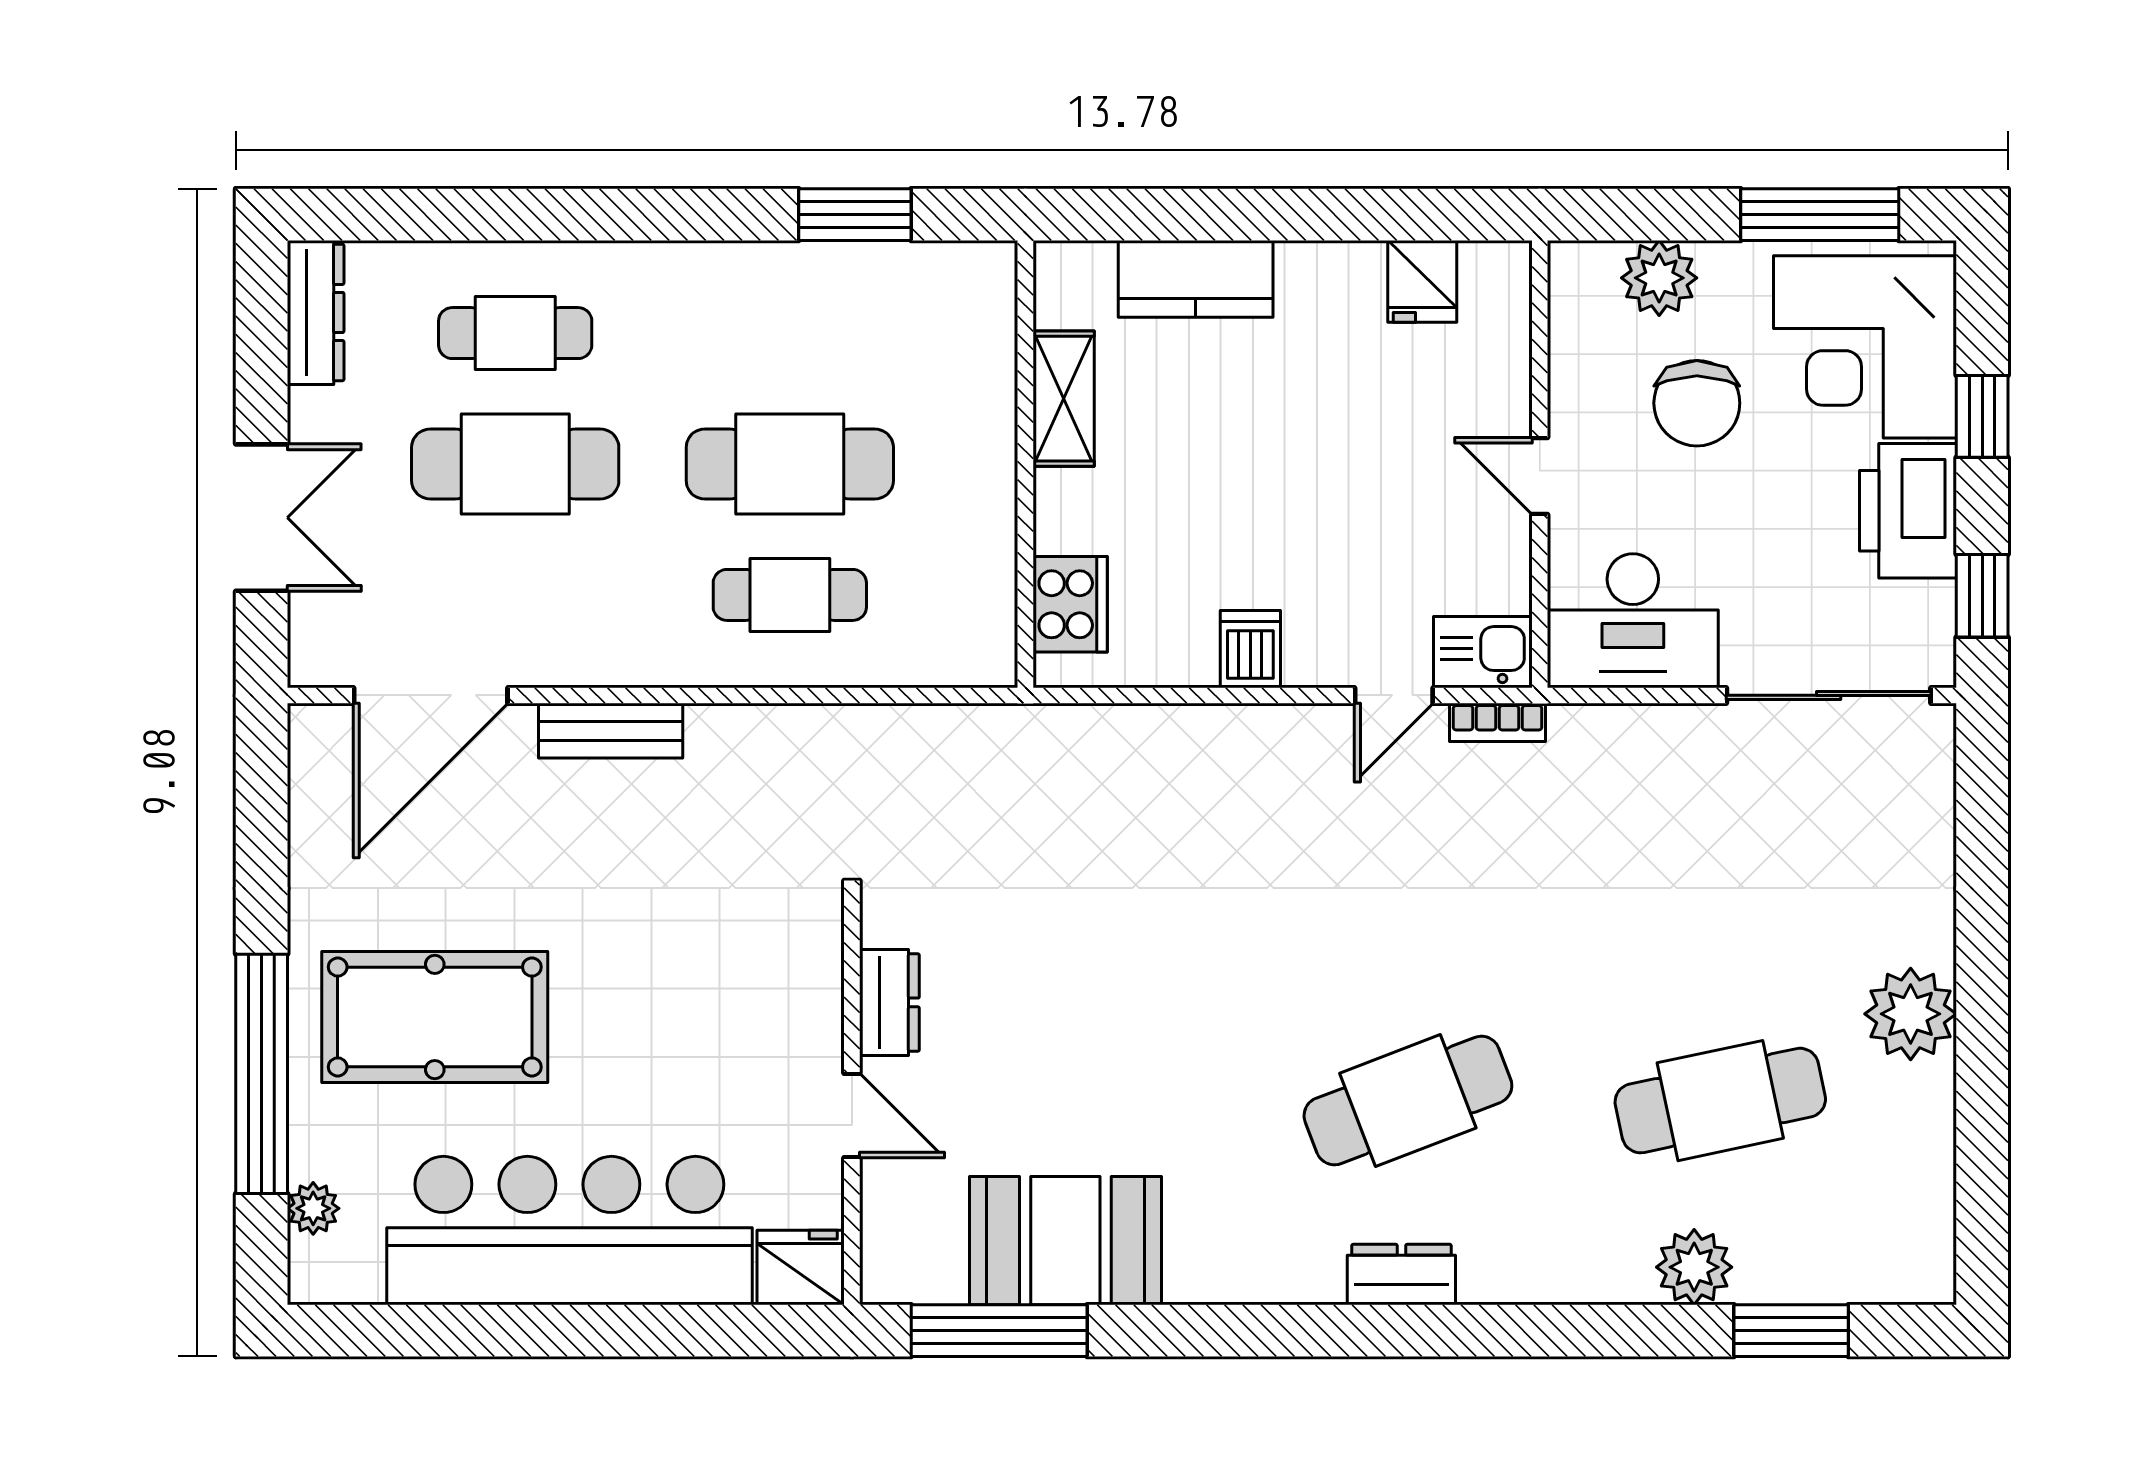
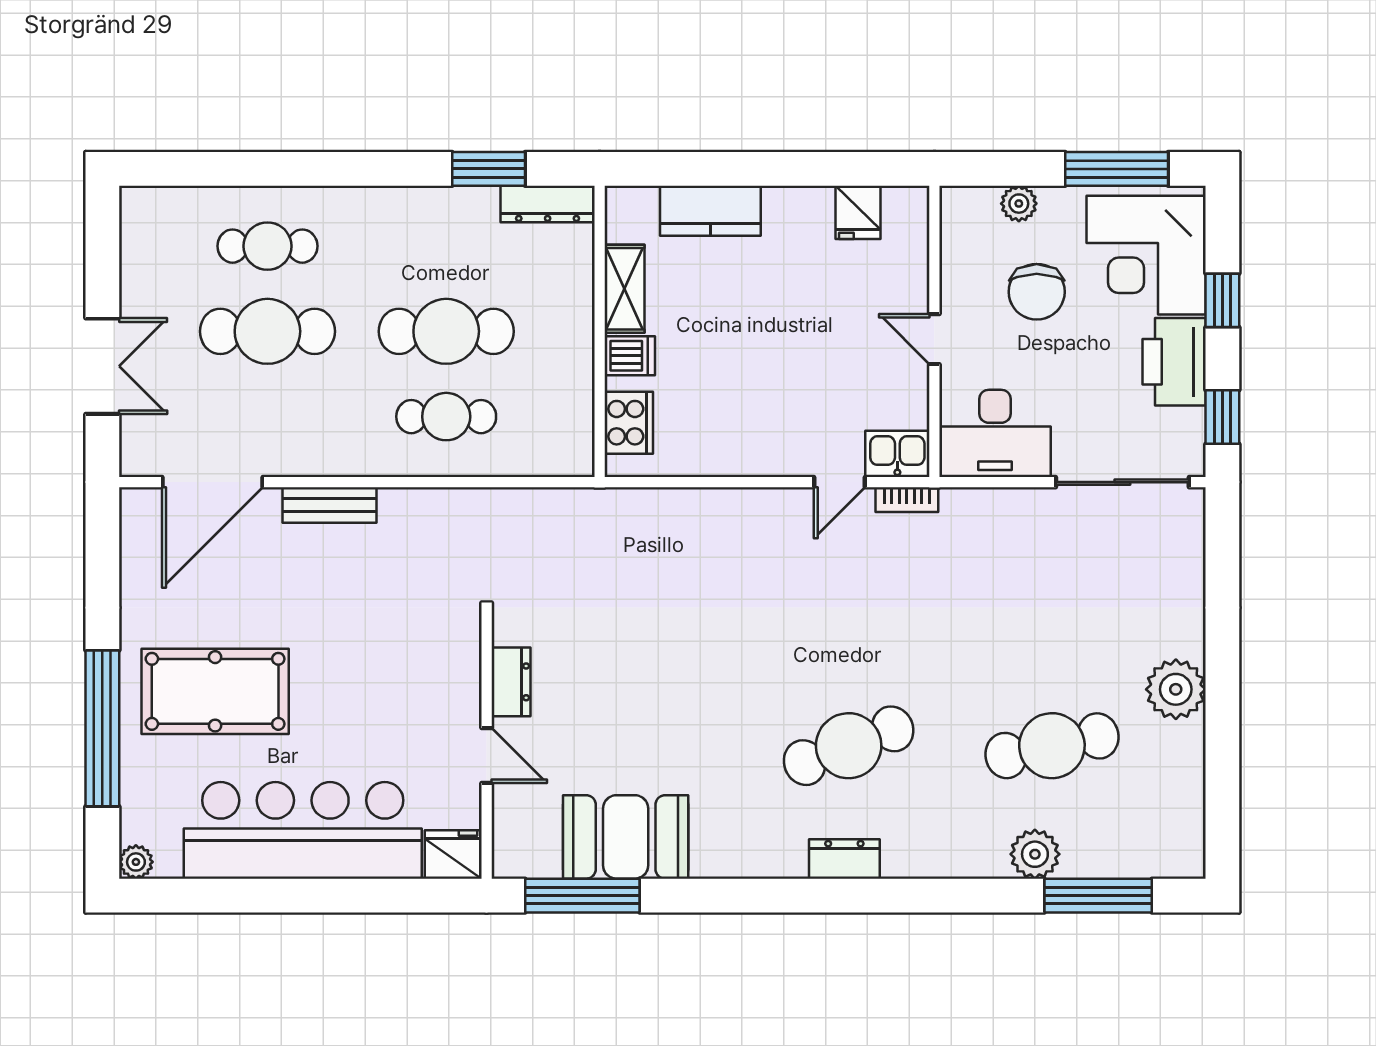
plant: (1659, 278) -> (1019, 204), width x0.73, depth x0.73
dresser: (316, 312) -> (548, 204), moved, turned 90
dishwasher: (1250, 649) -> (630, 356), moved, turned 90
plant: (313, 1208) -> (136, 862), moved
window: (1791, 1331) -> (1098, 896), width x1.44

